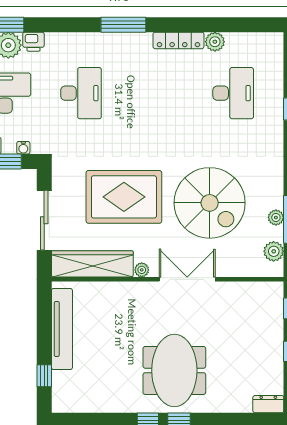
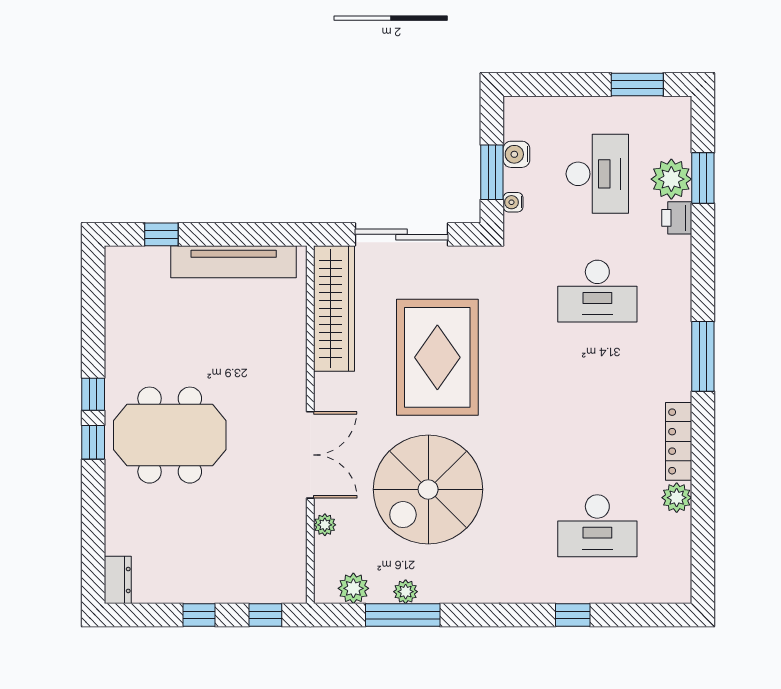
plant: (142, 270) -> (325, 525), moved

